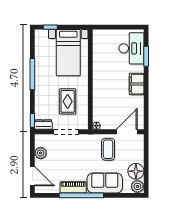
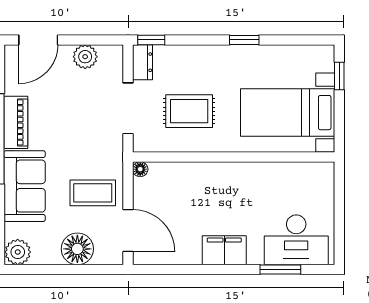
window: (32, 74) -> (244, 40), width x0.46
floor lamp: (136, 171) -> (77, 249), moved

